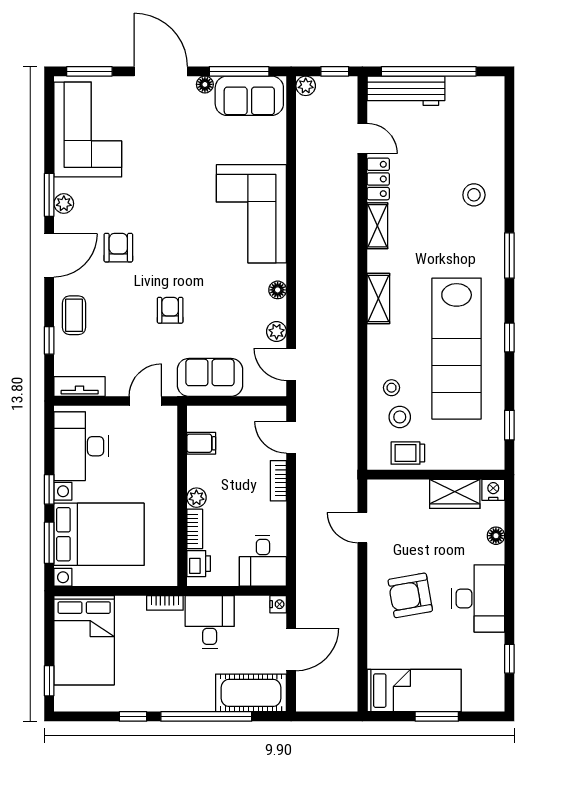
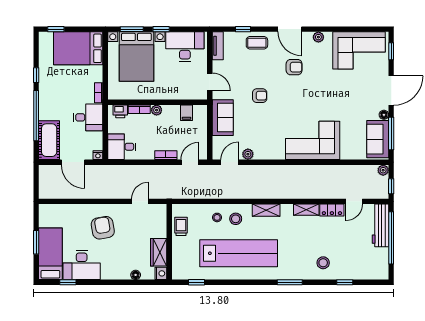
window: (89, 71) -> (391, 51), width x0.67
window: (49, 195) -> (323, 29), removed
floor lamp: (278, 290) -> (271, 155), removed
window: (509, 338) -> (345, 282), moved
lab bench: (457, 349) -> (239, 253), turned 180
stool: (400, 417) -> (236, 219), moved
desk: (478, 598) -> (82, 265), moved
bed: (414, 691) -> (50, 254), moved, turned 180

